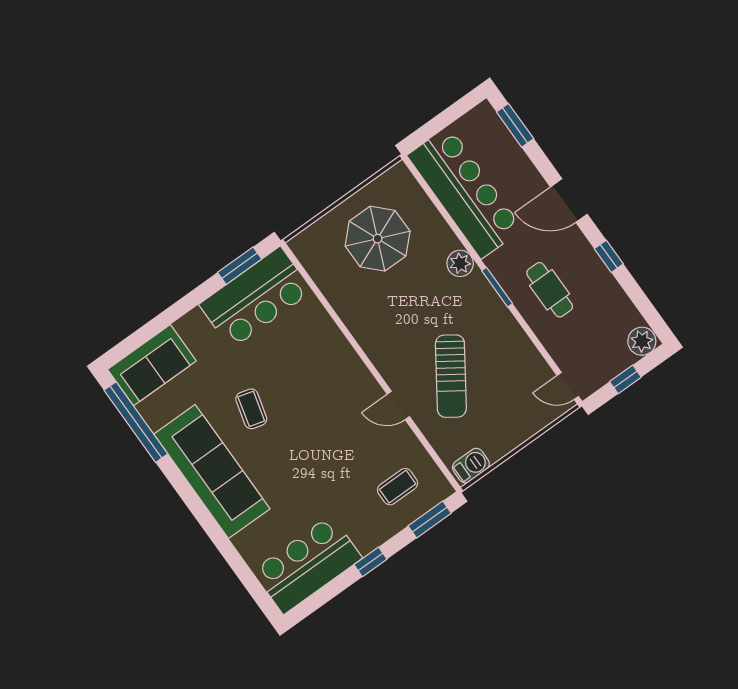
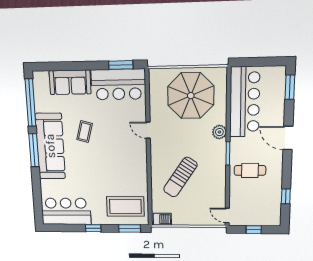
parasol: (378, 239) -> (191, 96), width x1.36, depth x1.36
window: (609, 256) -> (286, 196), moved
cafe table: (550, 290) -> (250, 170), turned 90
plant: (642, 341) -> (273, 219), removed
sofa: (152, 365) -> (70, 82), moved
door: (398, 405) -> (148, 130), moved
coffee table: (398, 487) -> (125, 206), width x1.86, depth x1.72
window: (189, 497) -> (34, 150), added

